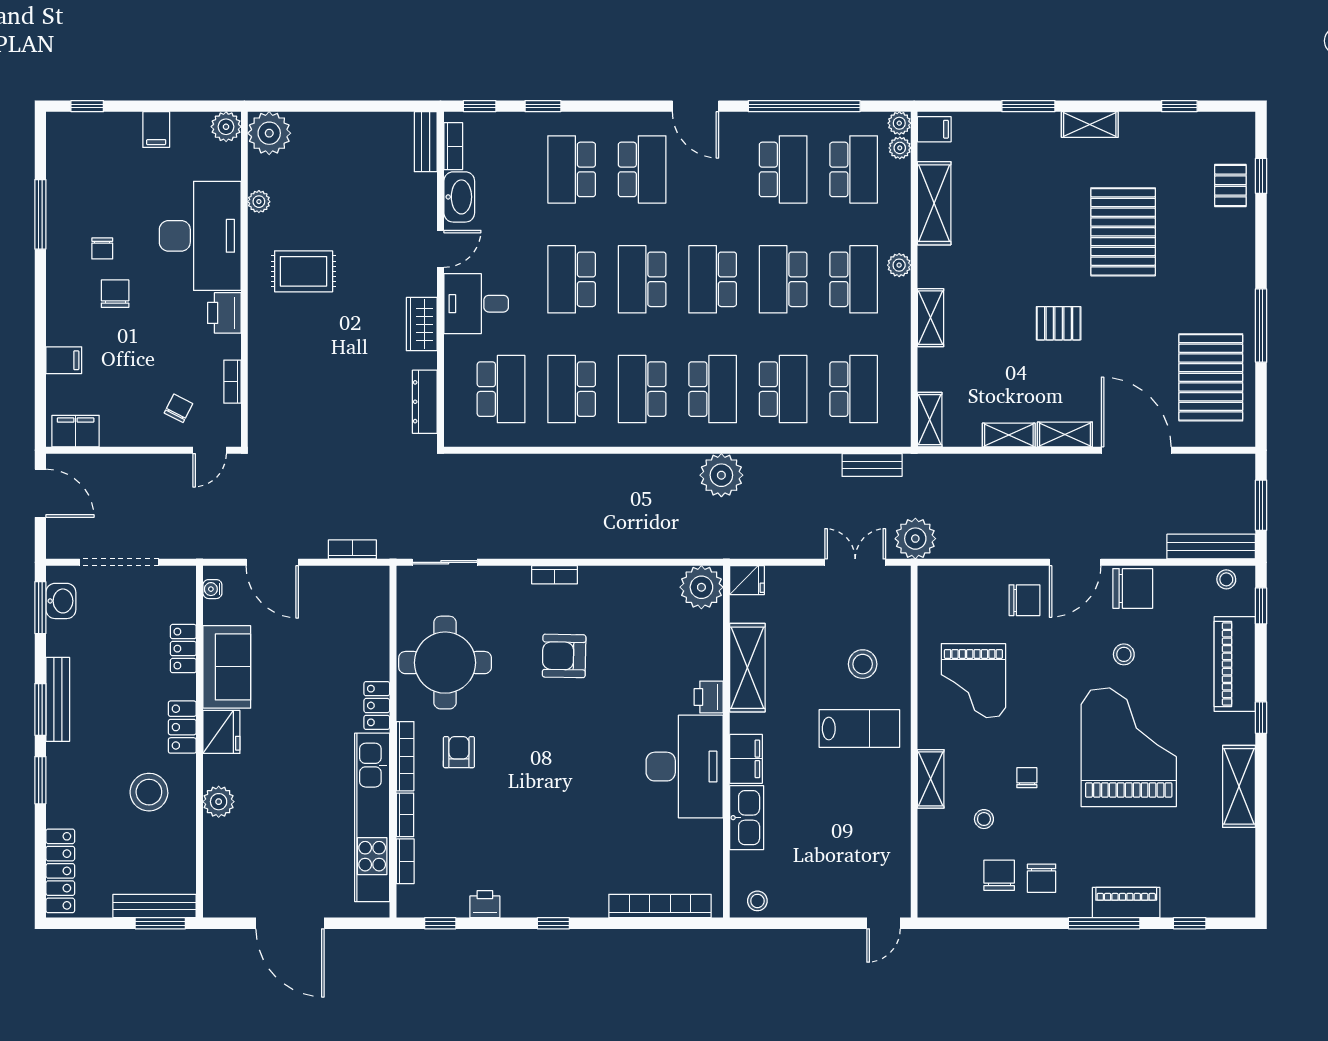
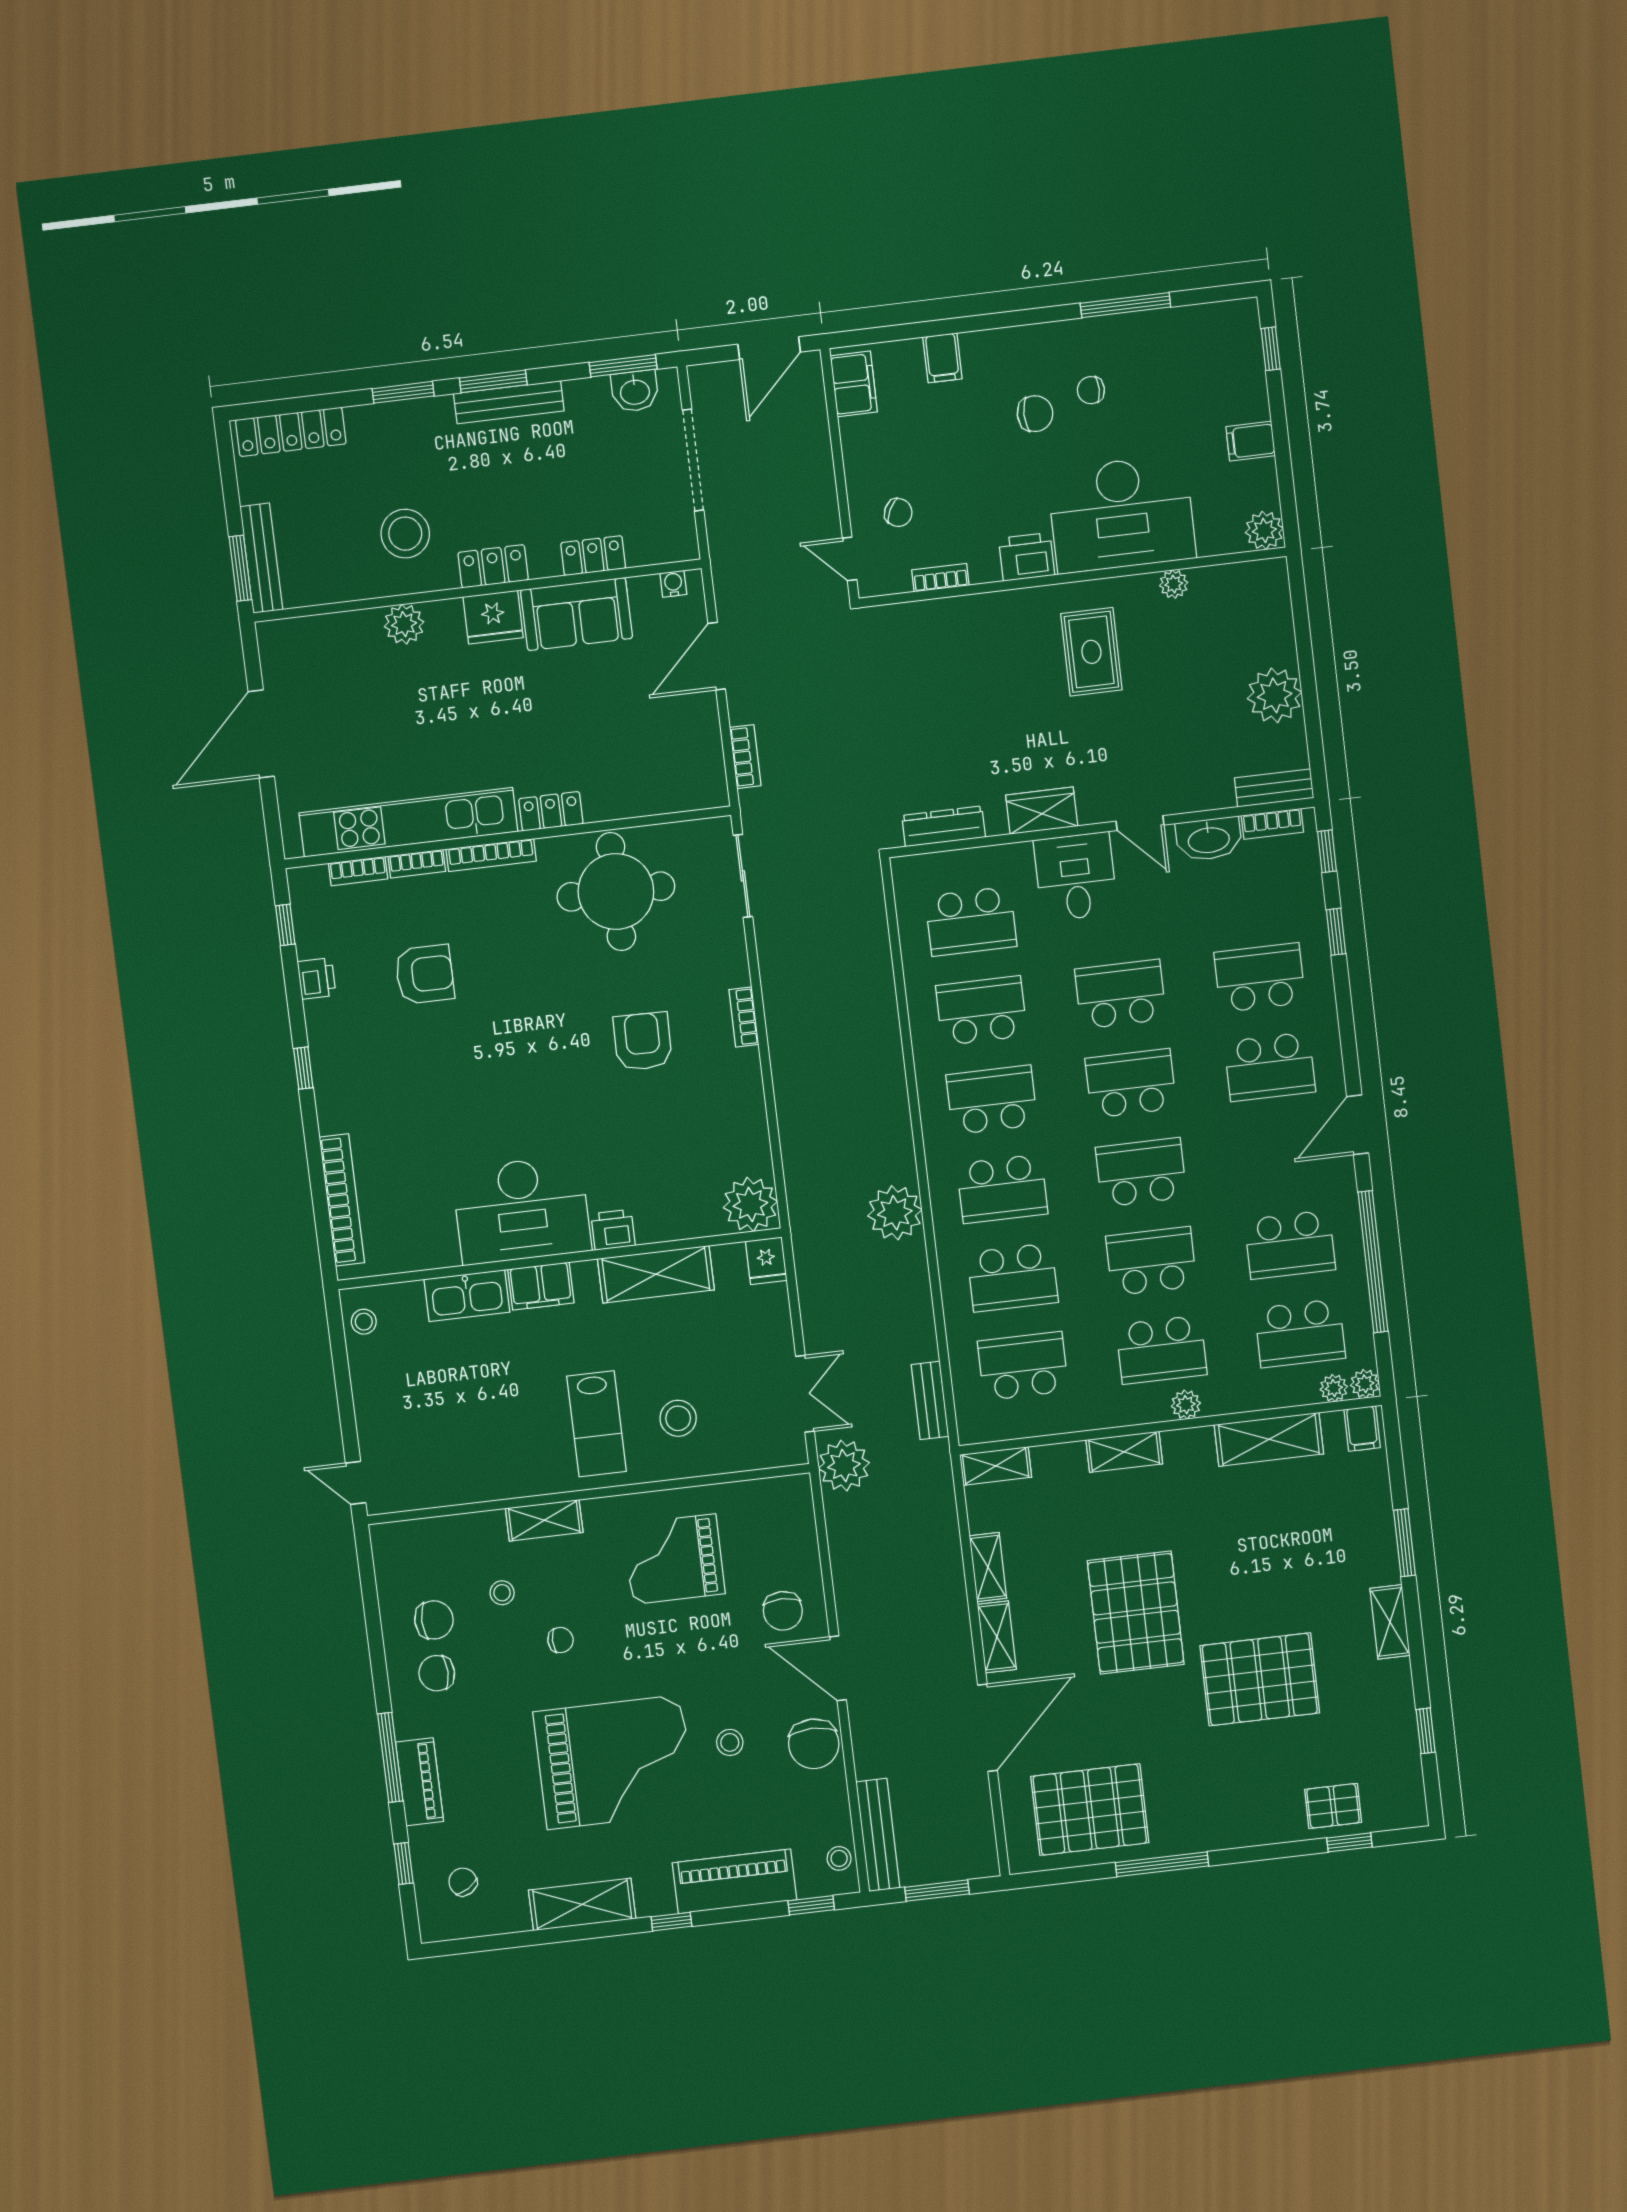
plant: (269, 133) -> (1275, 695), moved
pallet: (1059, 323) -> (1136, 1613), width x2.05, depth x2.00
school desk: (854, 389) -> (1023, 1366), turned 180
armchair: (459, 752) -> (425, 974), moved, width x1.38, depth x1.38
chair: (1210, 878) -> (463, 1882), added

